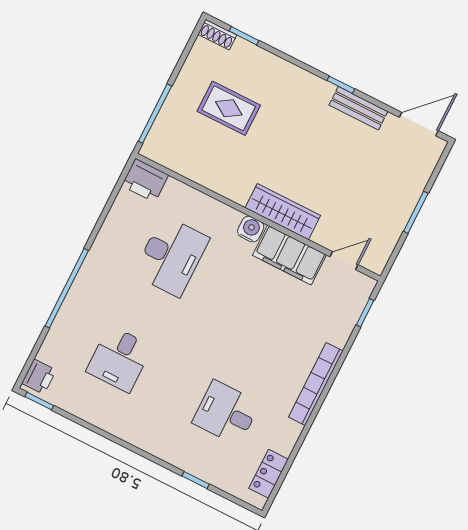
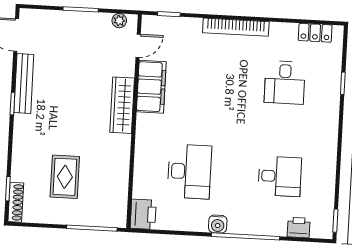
shoe rack: (217, 35) -> (16, 202), width x1.43
bench: (358, 108) -> (24, 84), width x1.36
water cooler: (251, 229) -> (218, 224), moved, turned -90
plant: (383, 252) -> (119, 21), added
desk: (171, 256) -> (189, 171), turned 90
door: (344, 261) -> (138, 46), swing flipped
printer: (39, 377) -> (299, 228), moved

